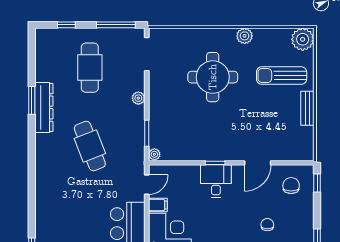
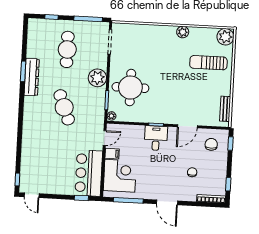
round table: (213, 77) -> (130, 88), moved
plant: (138, 98) -> (97, 78), width x1.87, depth x1.87
bench: (307, 108) -> (225, 109), moved

